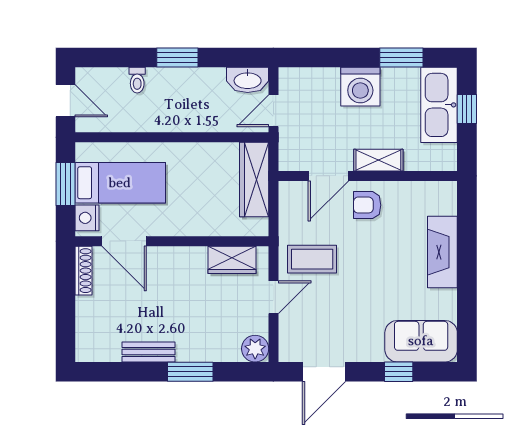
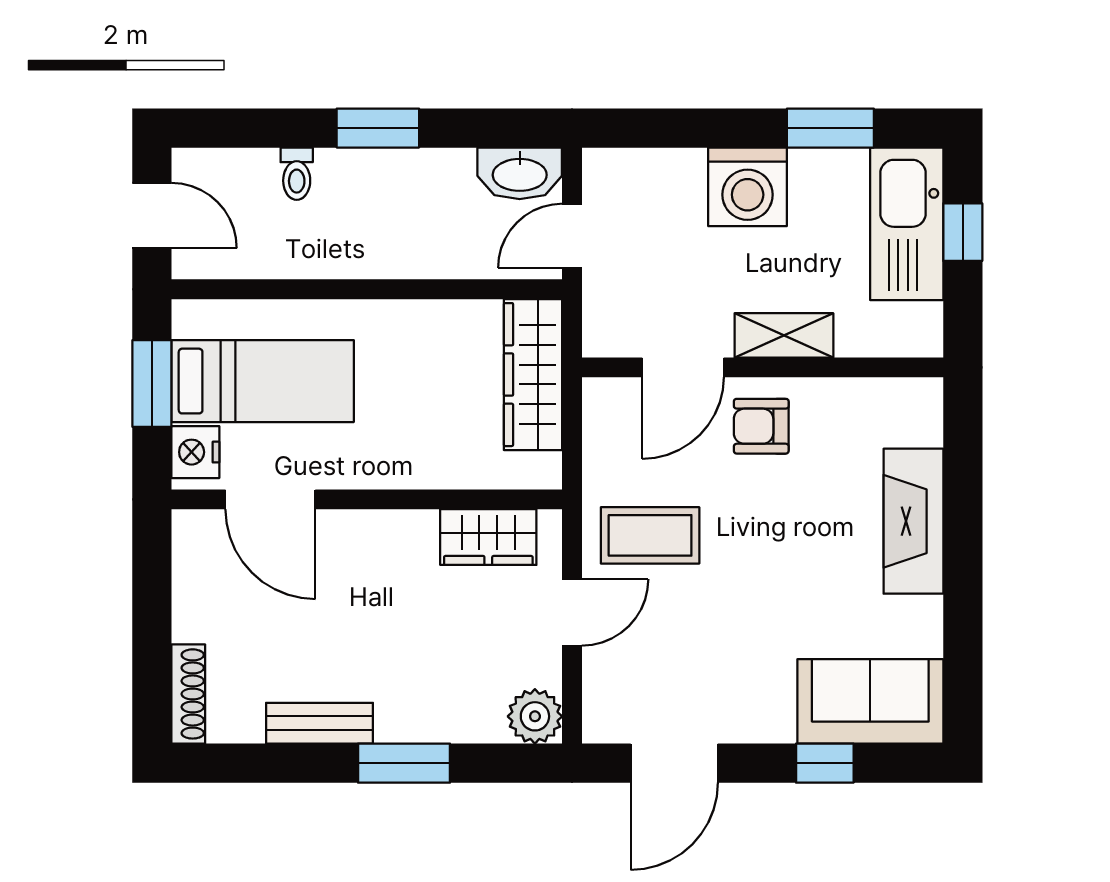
shoe rack: (84, 271) -> (188, 694), moved

